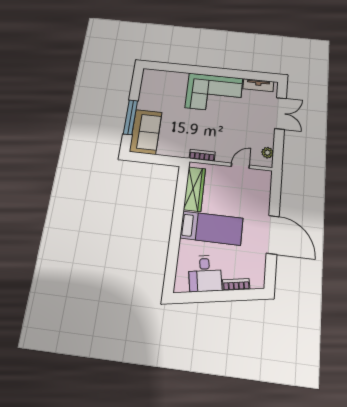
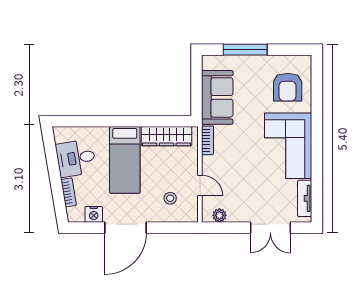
armchair: (166, 88) -> (288, 87), added
sofa: (146, 132) -> (217, 97), moved, turned -90
stool: (249, 192) -> (170, 198), added
nightstand: (259, 263) -> (94, 214), added

